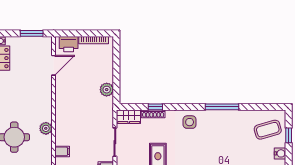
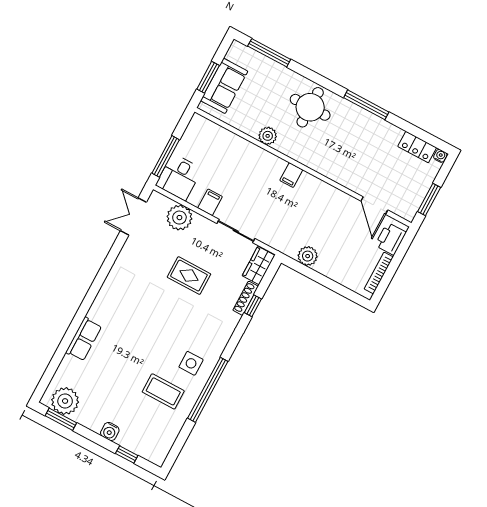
window: (222, 107) -> (208, 390), width x1.46
side table: (190, 122) -> (191, 363), moved
plant: (46, 128) -> (268, 136), moved
coffee table: (268, 130) -> (163, 391), moved, turned -74
filing cabinet: (62, 151) -> (291, 175), moved

